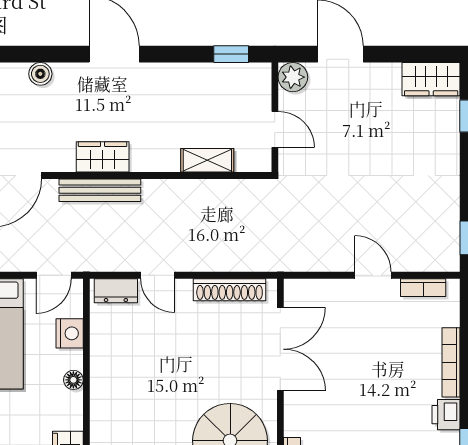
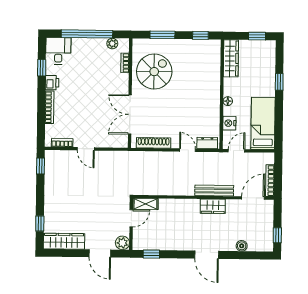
wardrobe: (431, 79) -> (64, 241), width x1.50
door: (275, 129) -> (131, 218), swing flipped
shelving: (207, 160) -> (145, 204), moved

